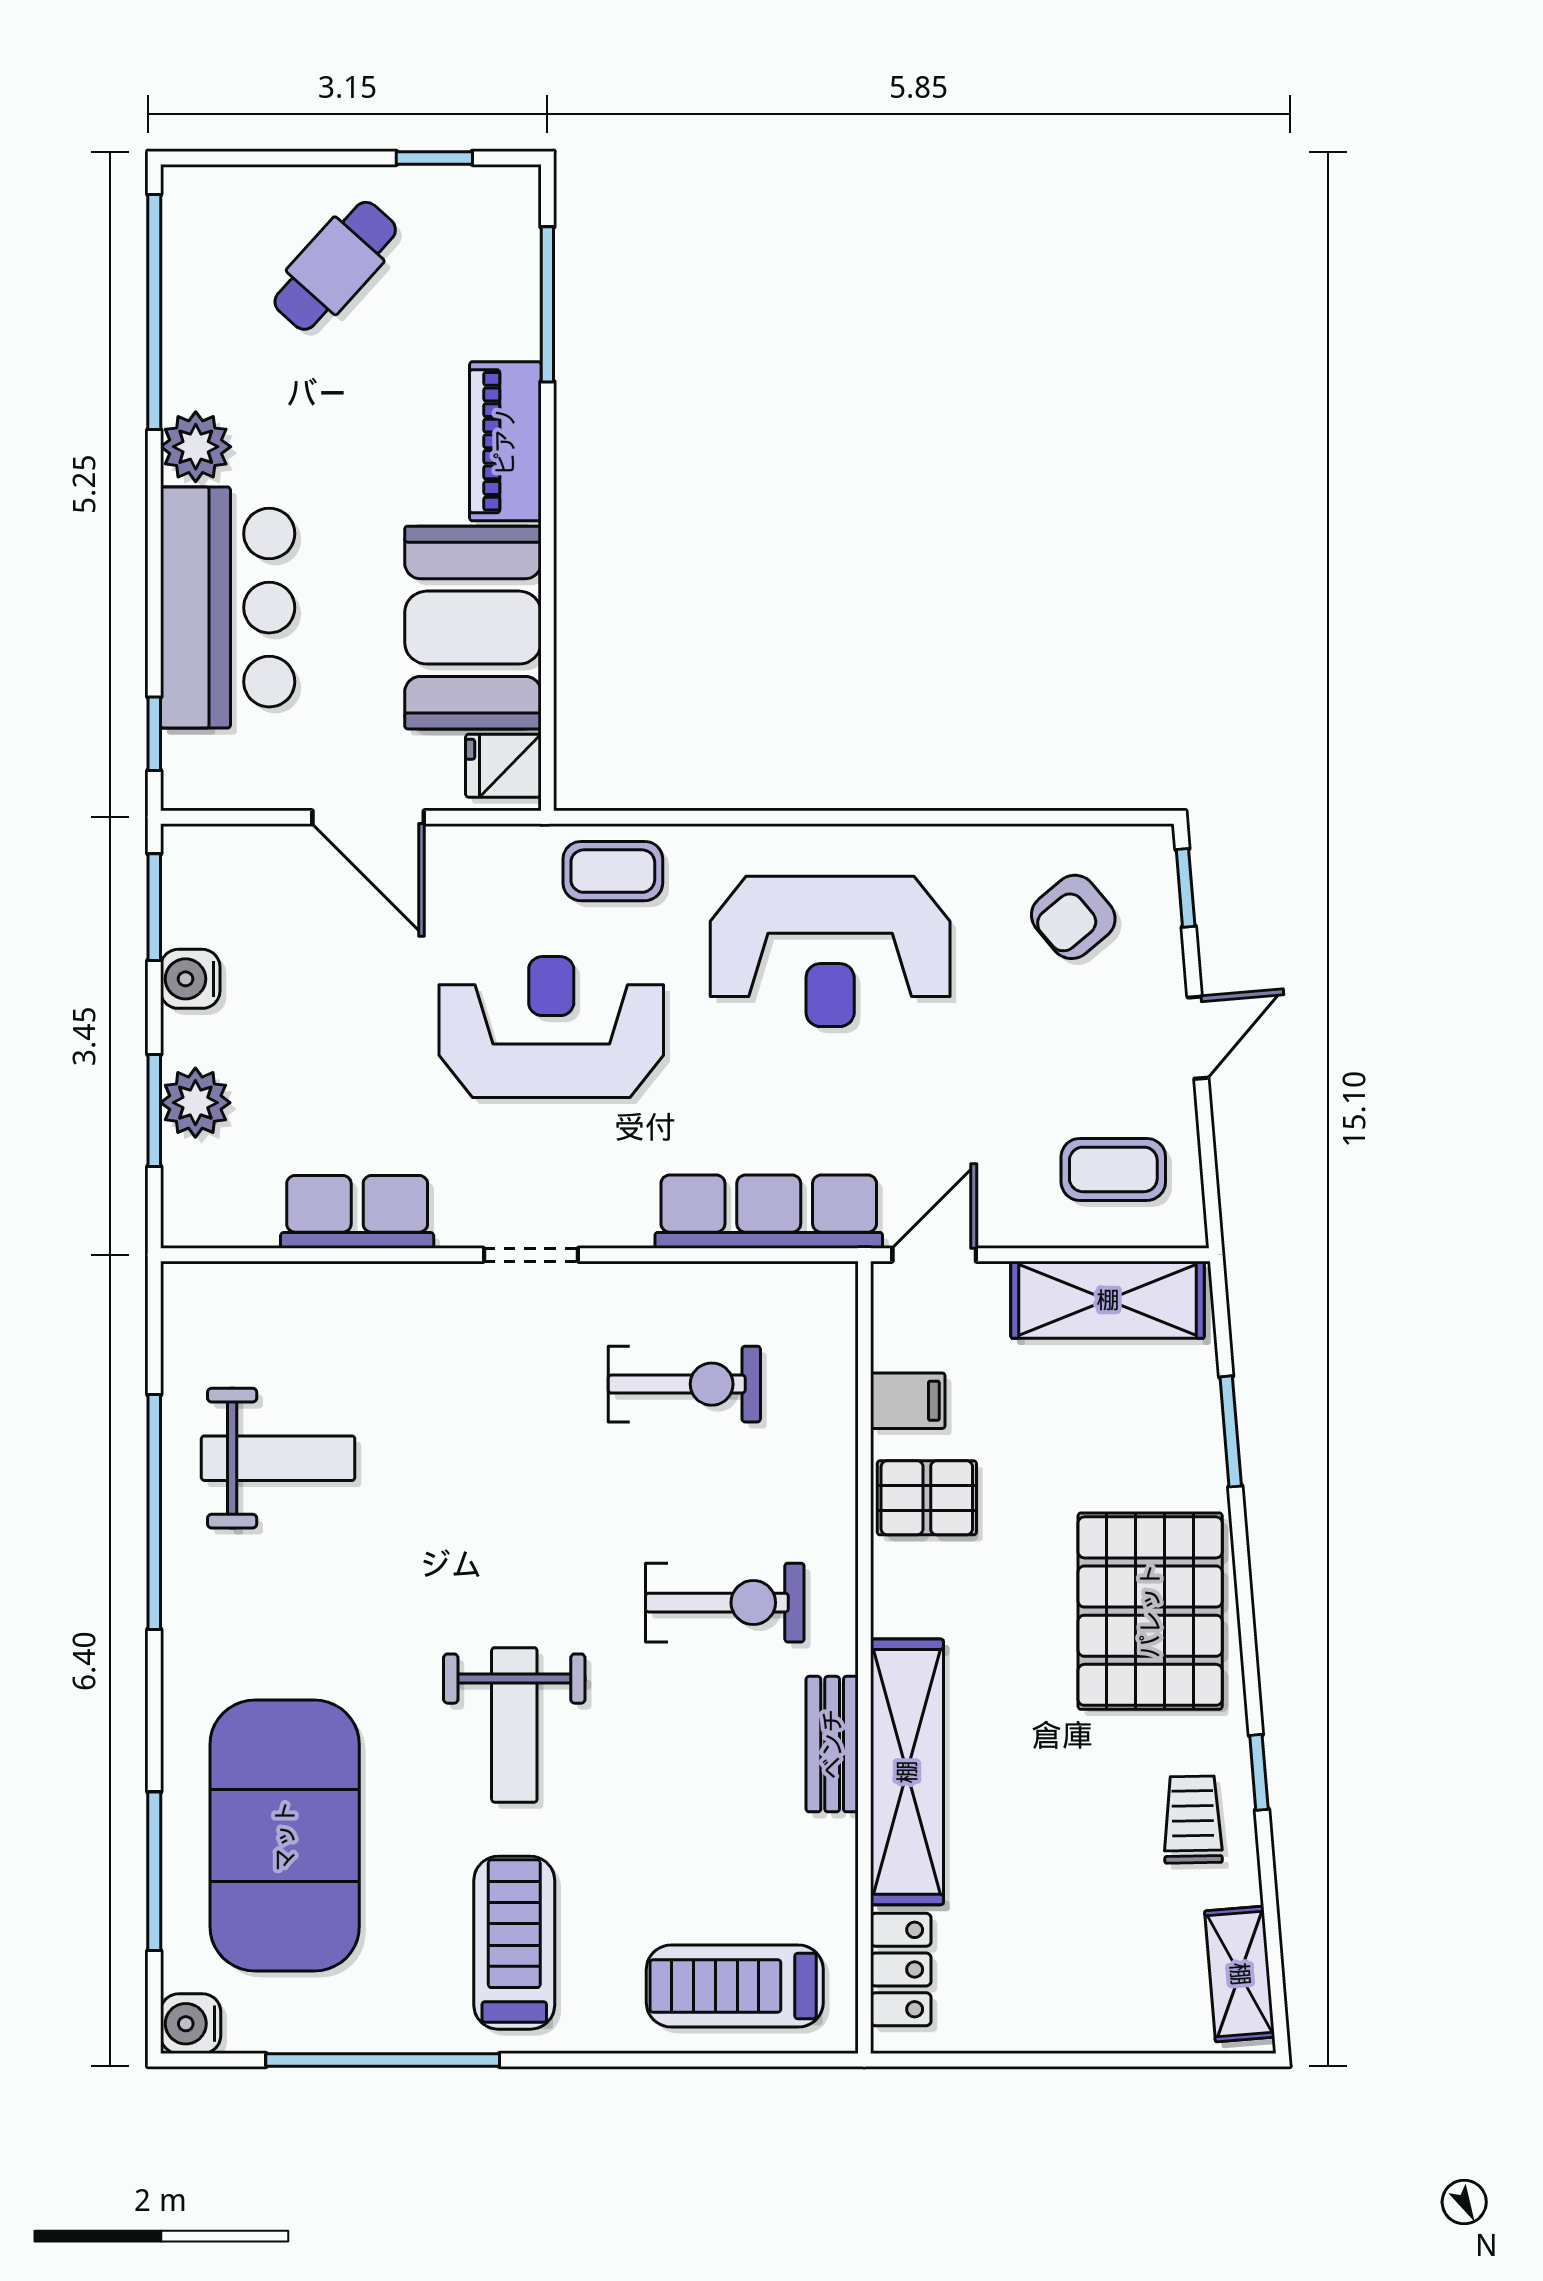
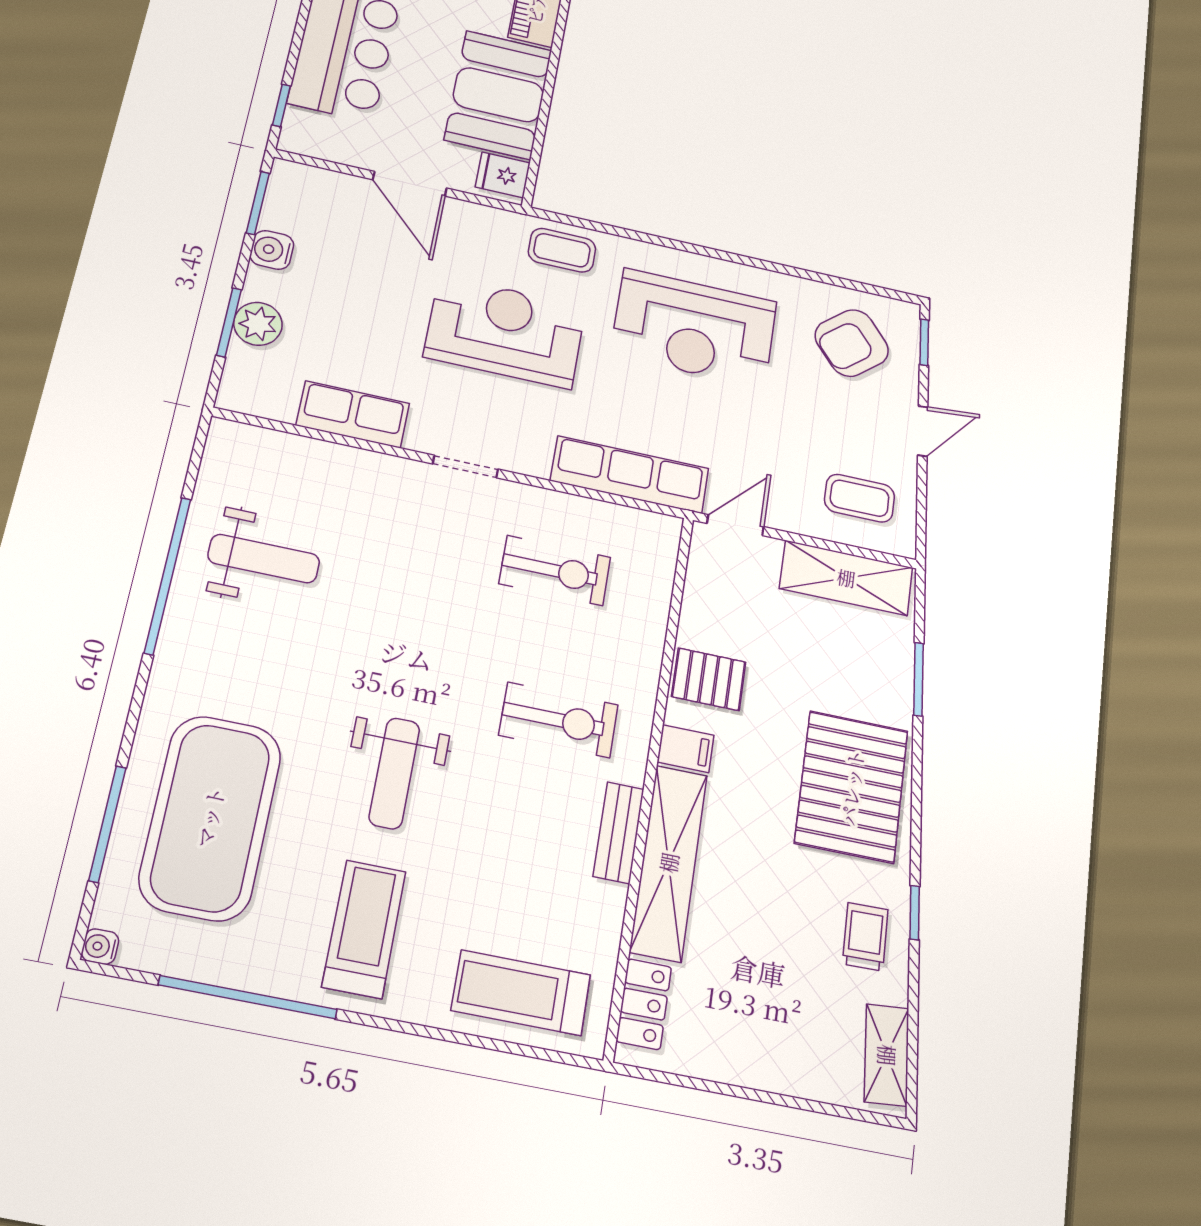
armchair: (1073, 917) -> (852, 343), width x1.38, depth x1.38
filing cabinet: (908, 1401) -> (686, 749), moved
water cooler: (191, 2024) -> (100, 947), width x0.72, depth x0.72

